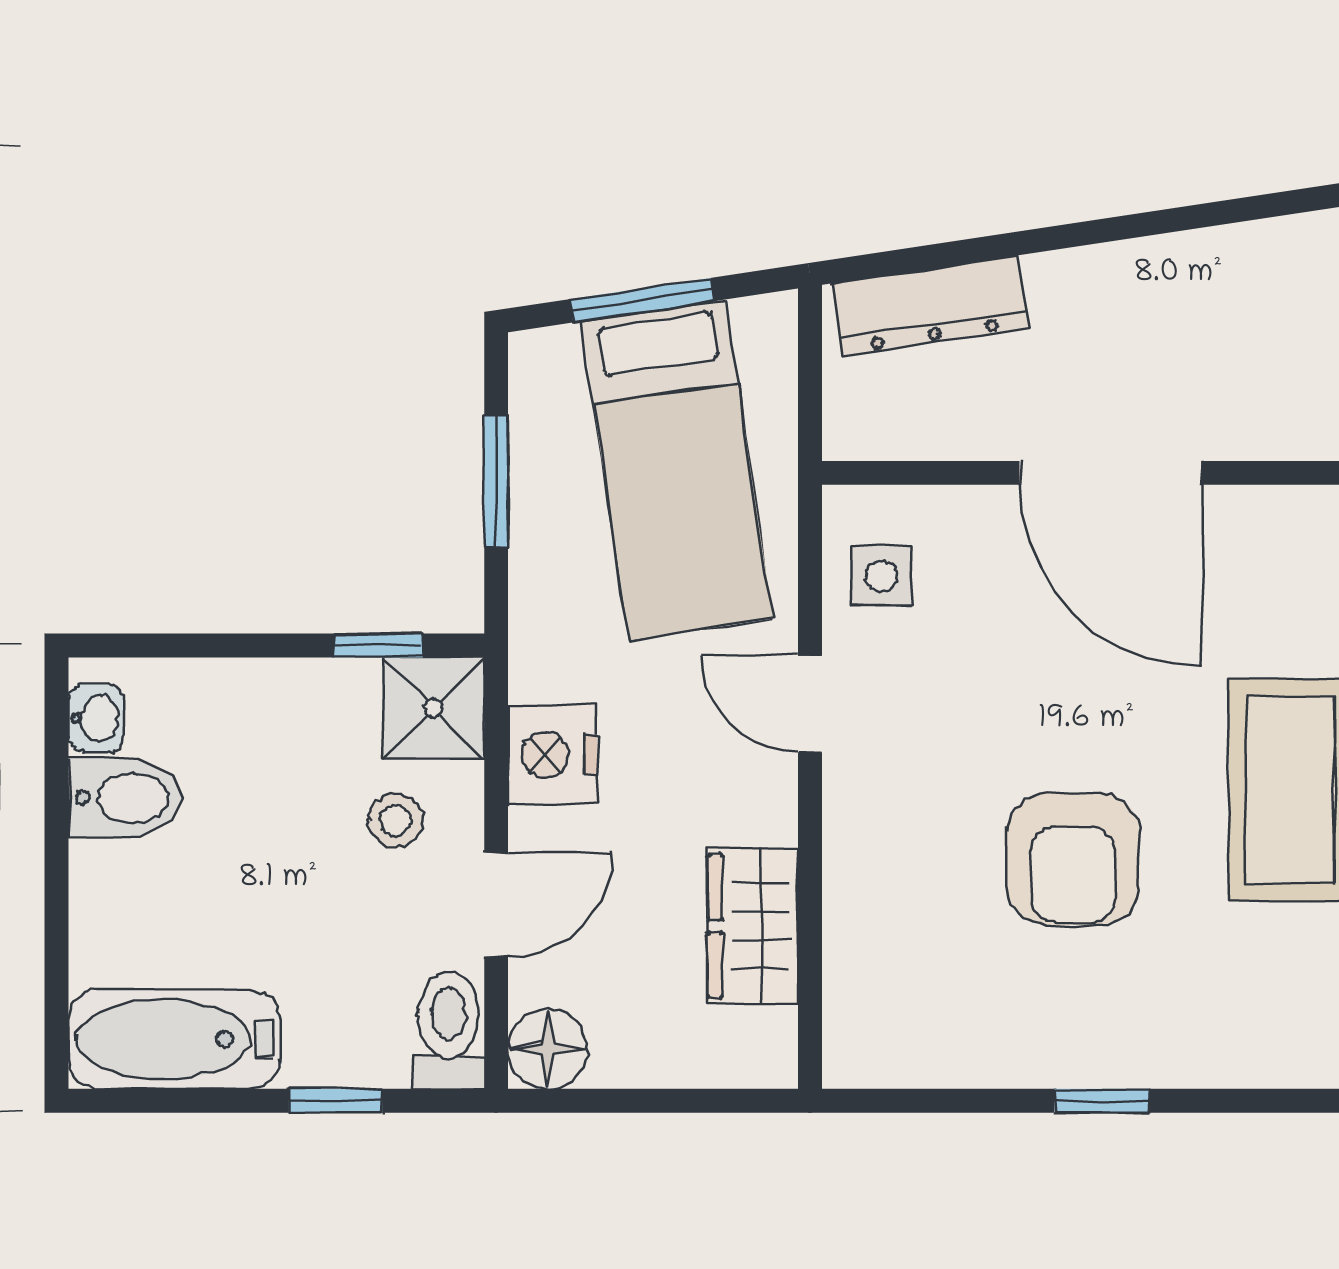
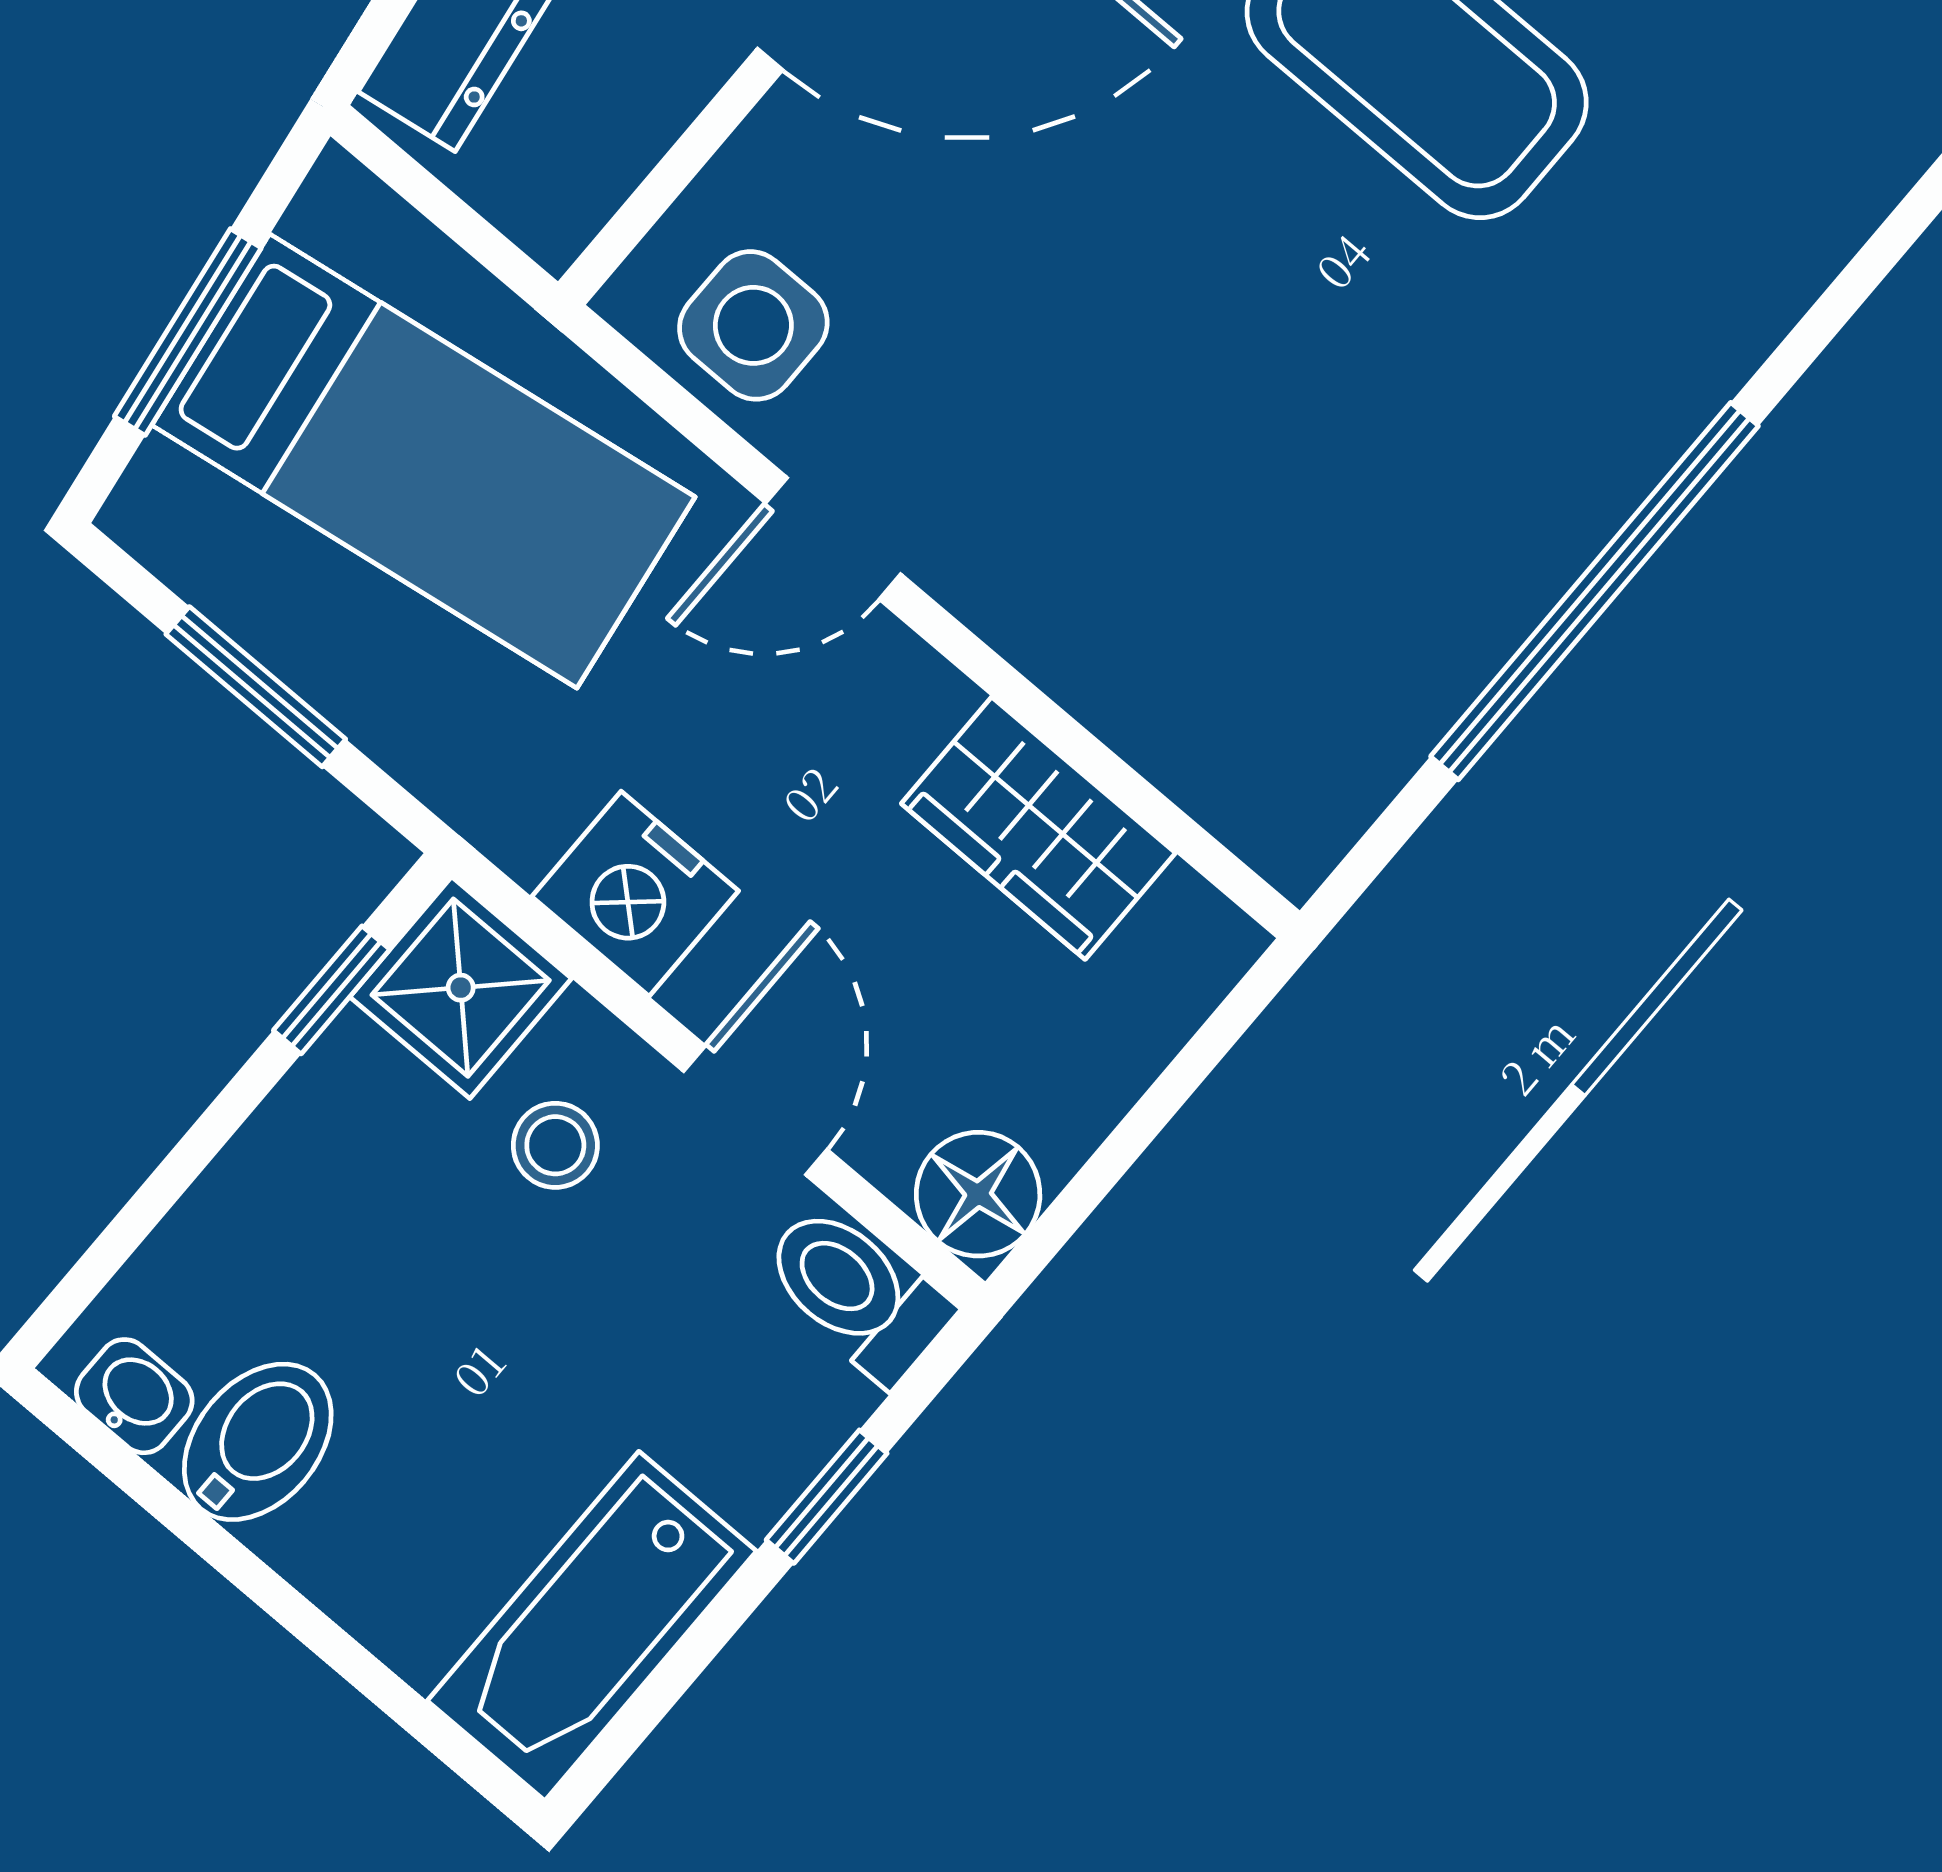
side table: (882, 576) -> (753, 325), width x1.37, depth x1.37
armchair: (1073, 859) -> (1280, 383), removed
window: (1102, 1101) -> (1595, 591), width x3.17

